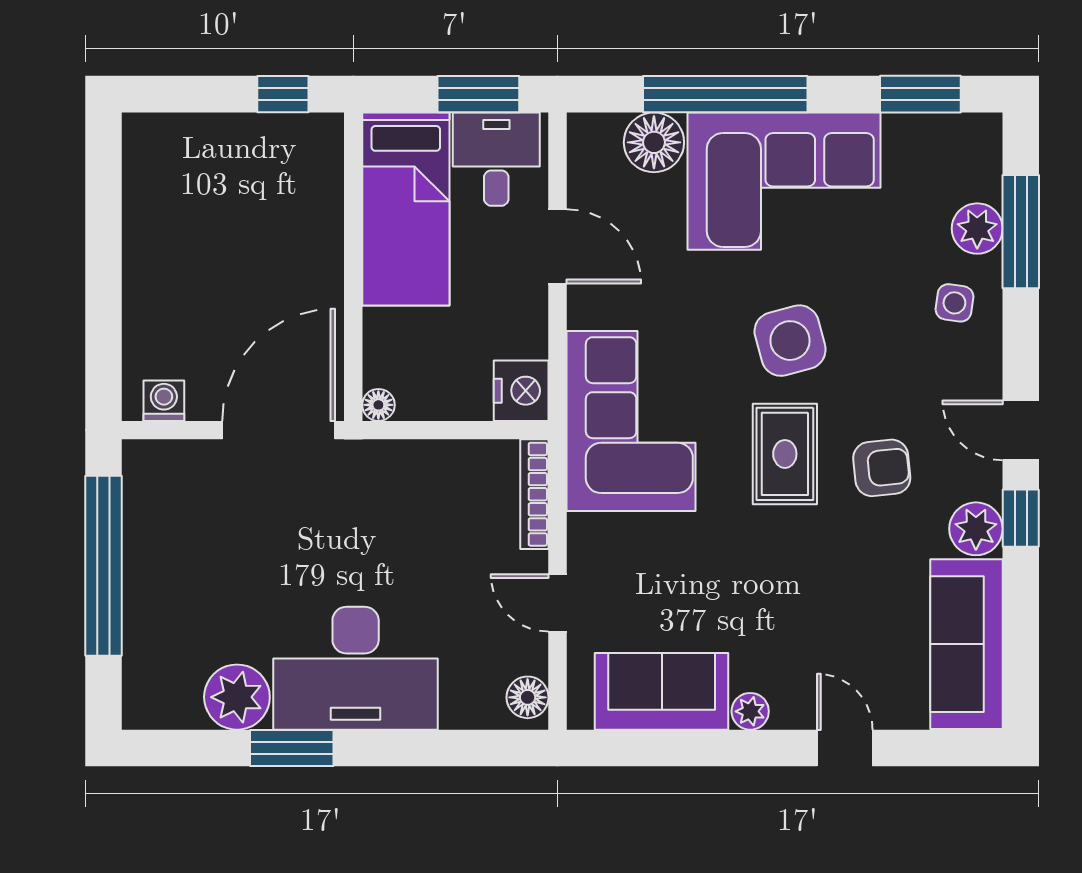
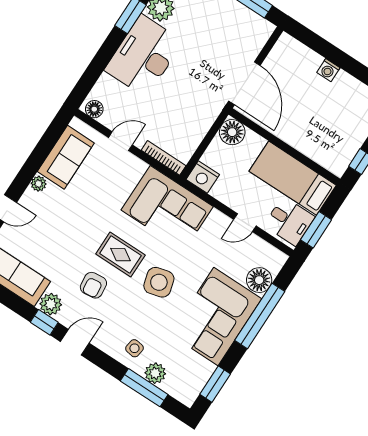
door: (558, 246) -> (245, 223), width x0.73
washing machine: (164, 401) -> (328, 70), moved, turned 90
floor lamp: (378, 405) -> (232, 132), width x1.89, depth x1.89

